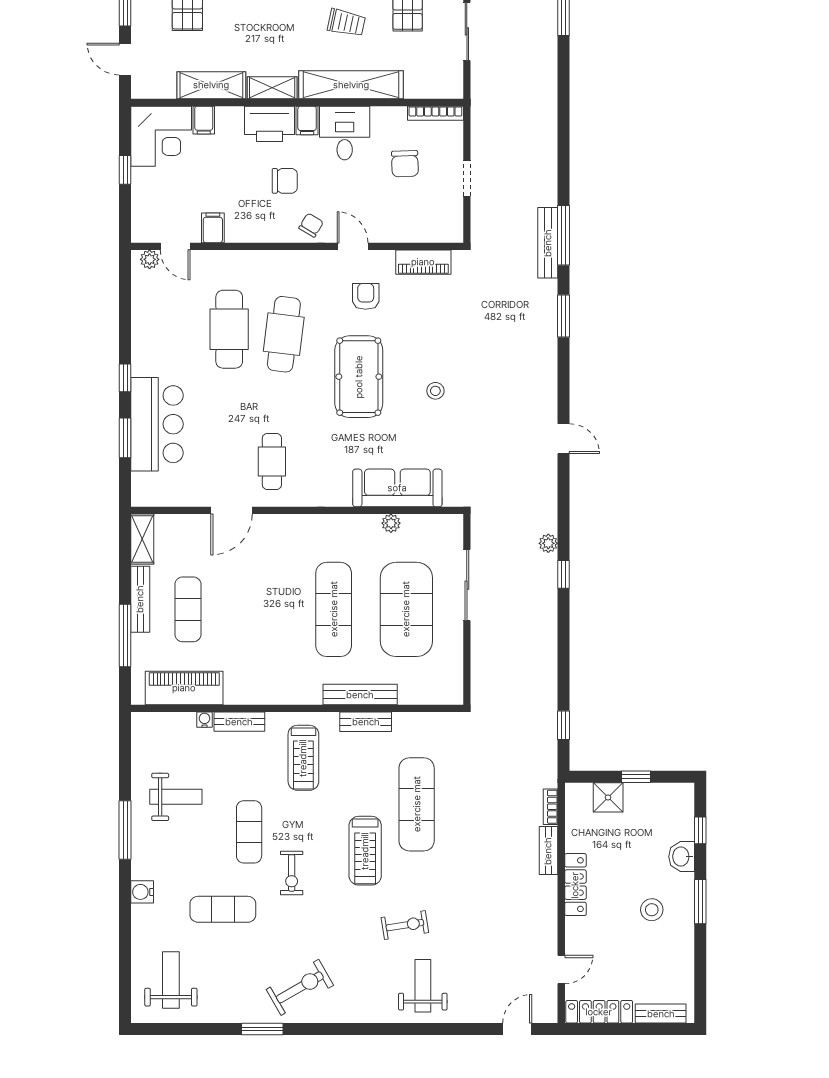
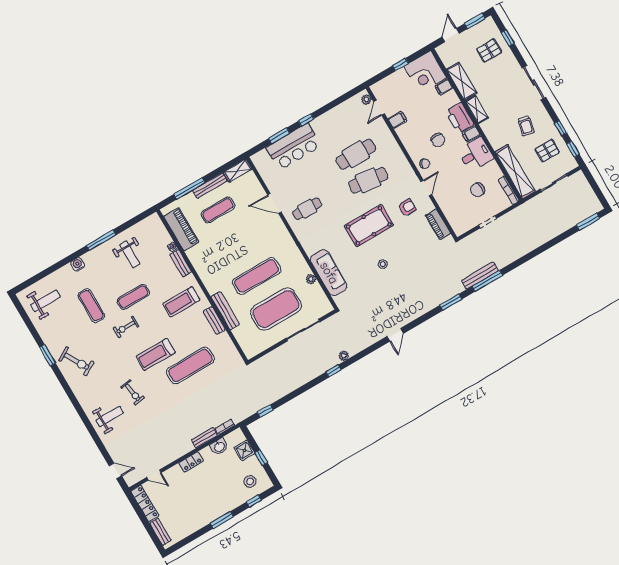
shelving: (351, 85) -> (515, 172), moved
washbasin: (682, 857) -> (219, 447), moved, turned 180
locker: (575, 885) -> (191, 462), width x0.66
stool: (652, 910) -> (250, 481), moved

